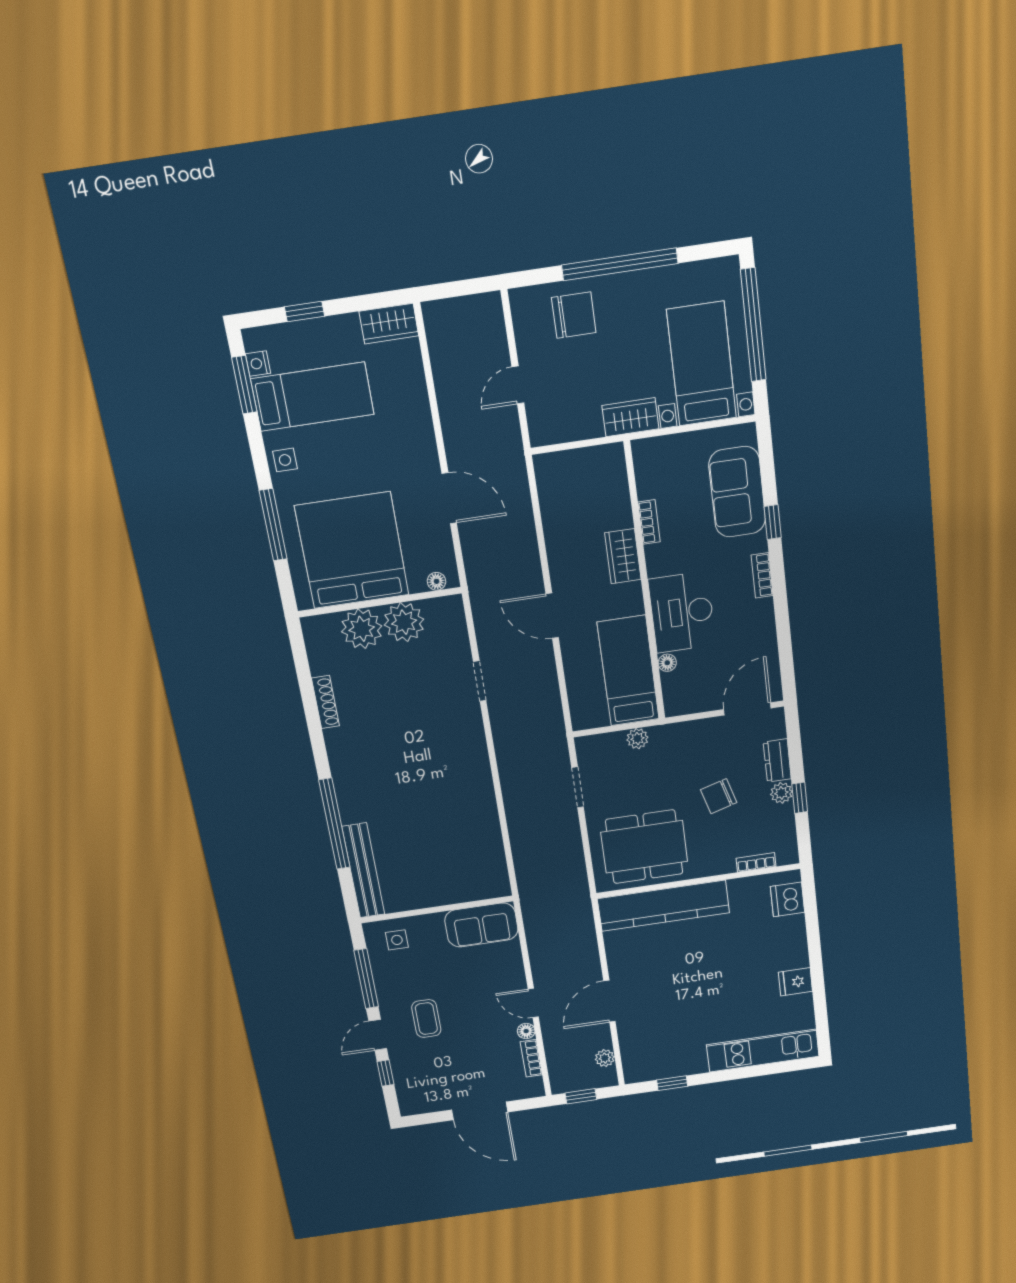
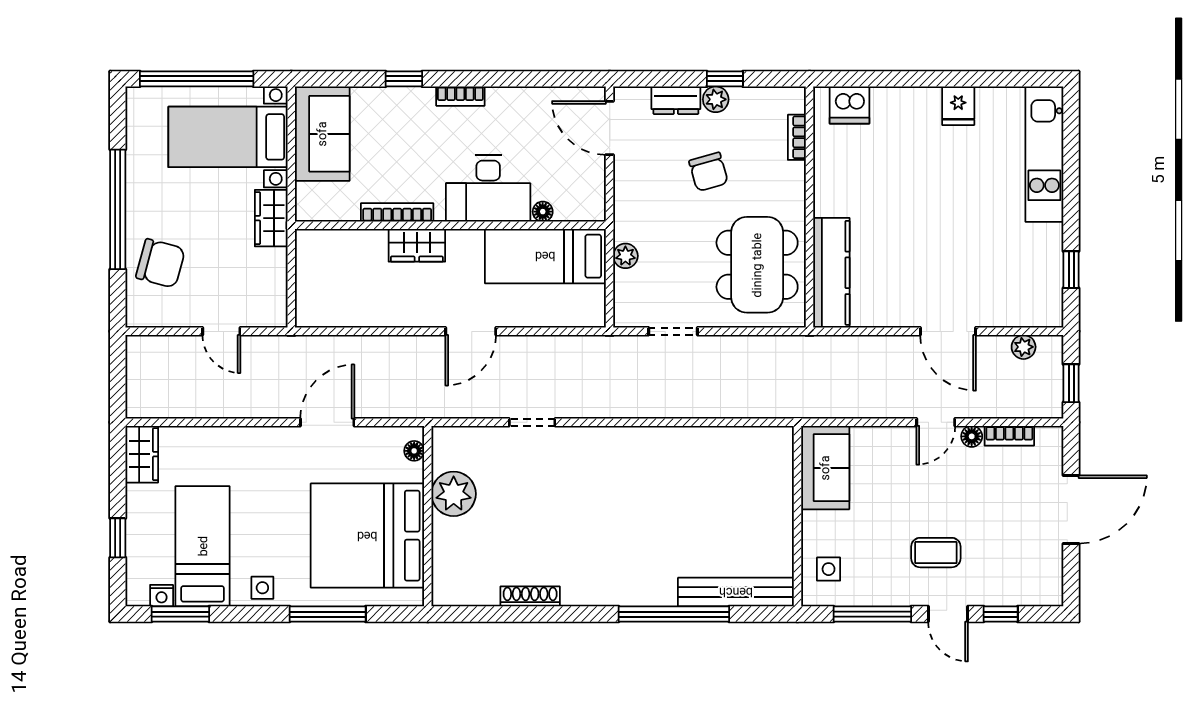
chair: (574, 315) -> (160, 263), turned 105
sofa: (737, 492) -> (322, 134), moved, turned -90
bookcase: (649, 522) -> (397, 212), width x1.56
plant: (362, 629) -> (454, 541), removed
kitchen counter: (664, 906) -> (831, 273), width x0.72, depth x0.86

